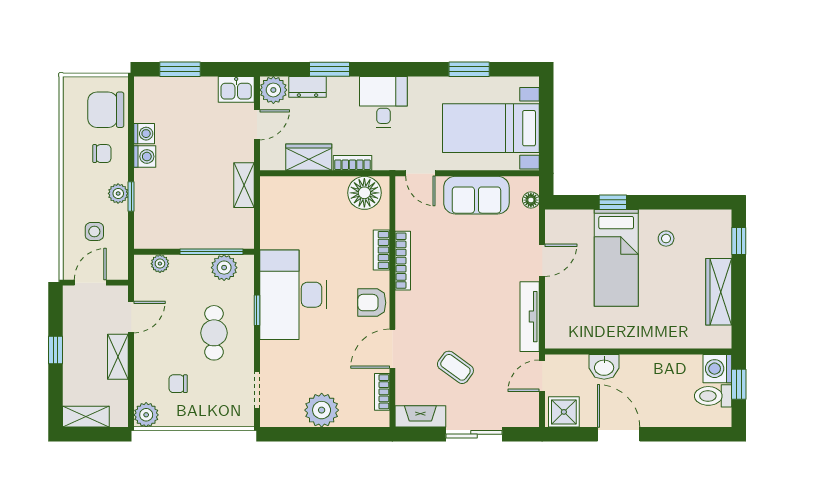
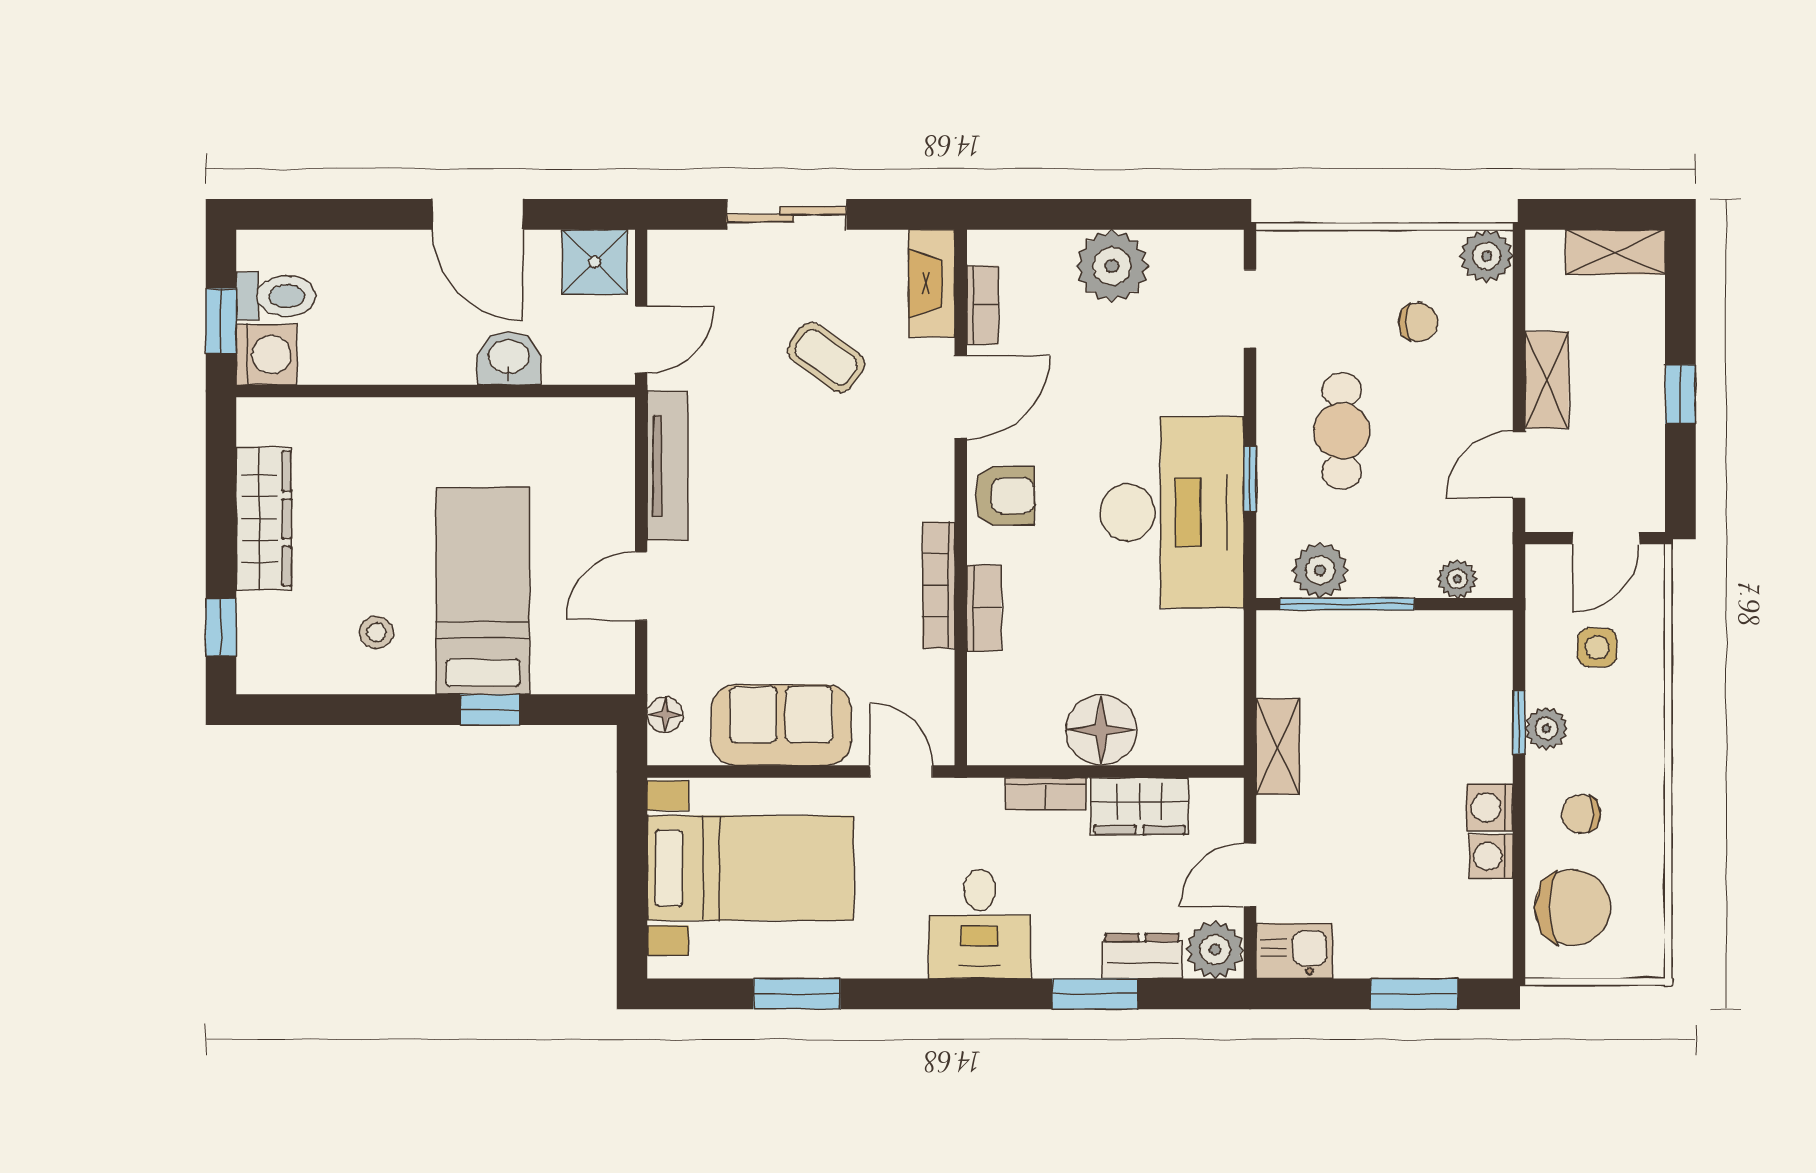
floor lamp: (364, 193) -> (1101, 730), moved
fireplace: (420, 416) -> (932, 283), moved, turned 90

